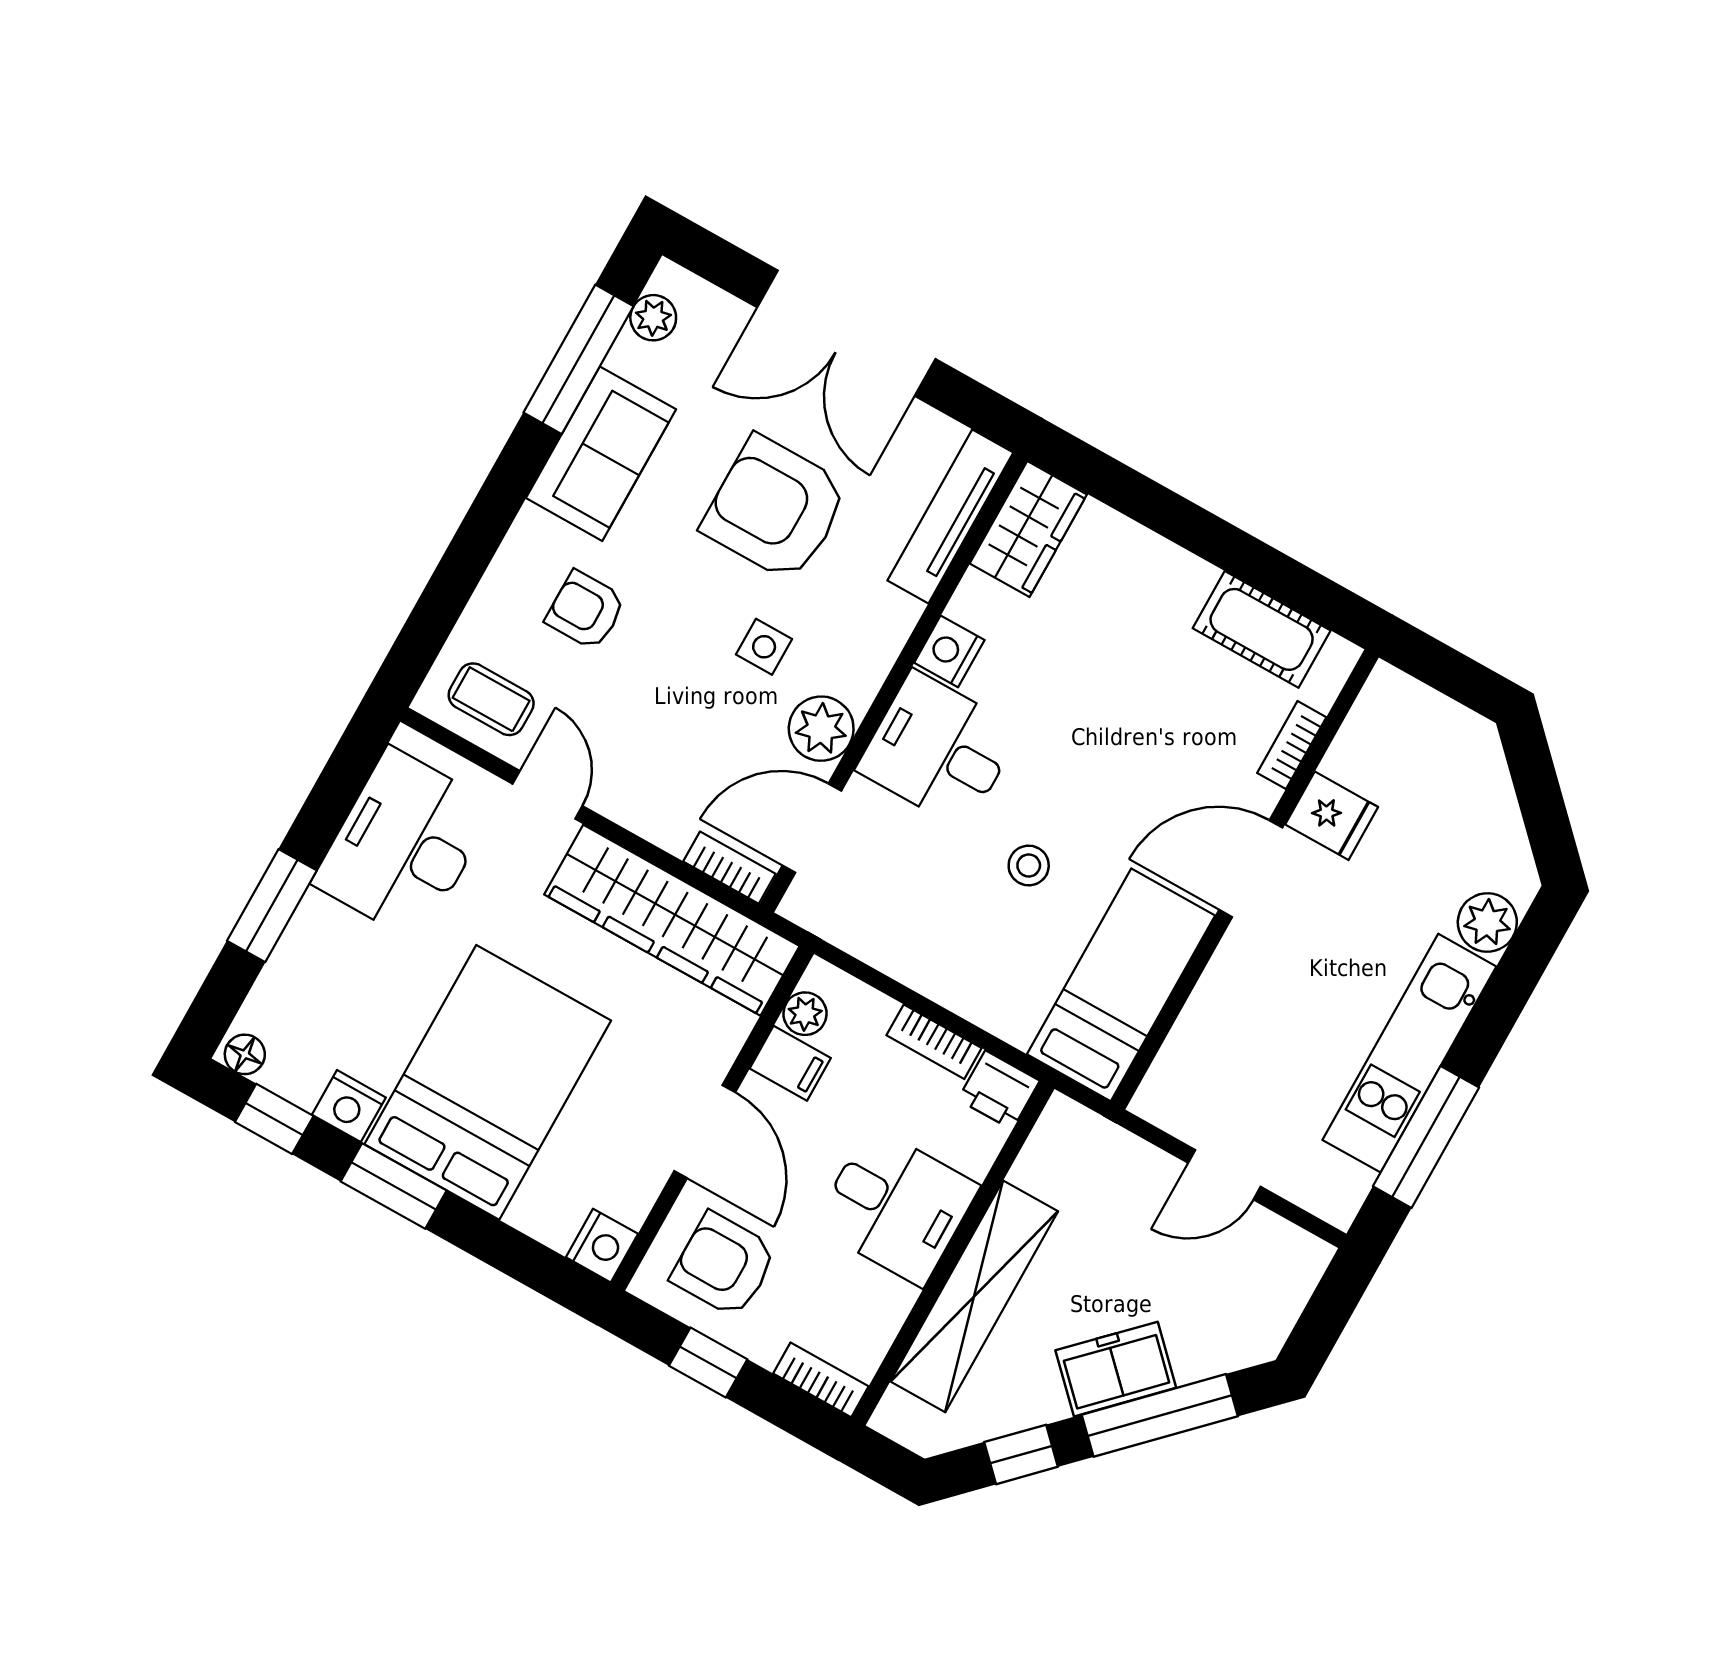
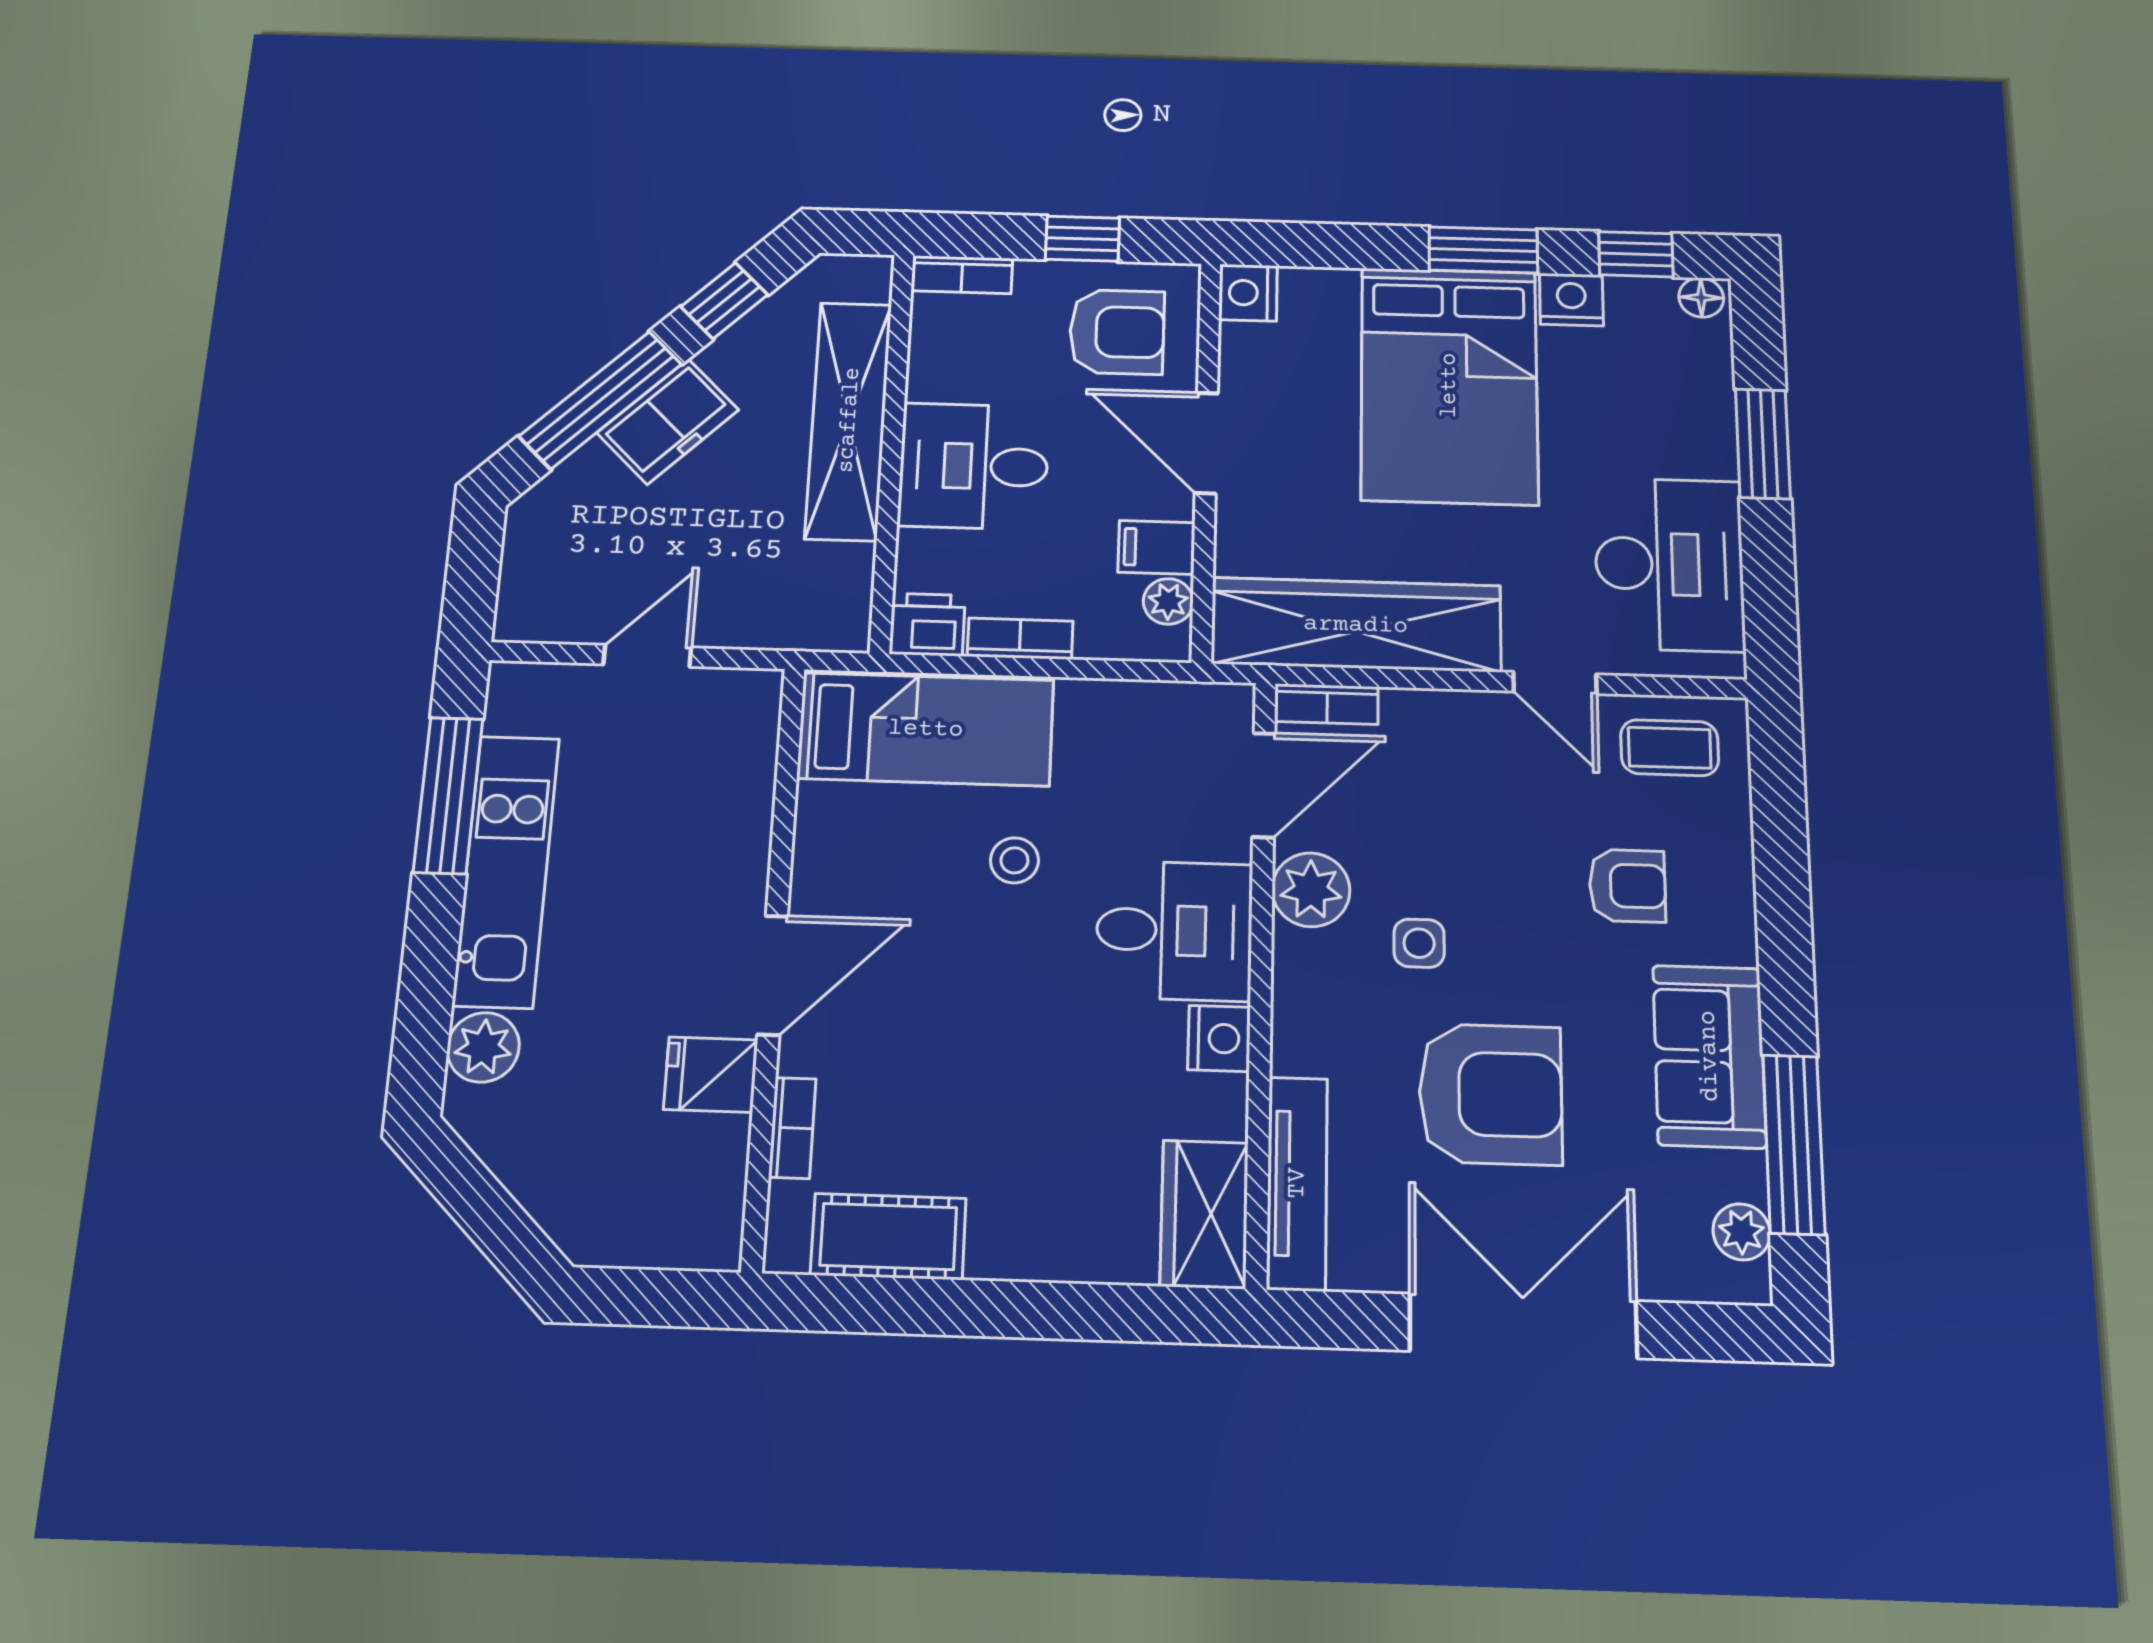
bed: (1121, 985) -> (926, 729), moved, turned -90

